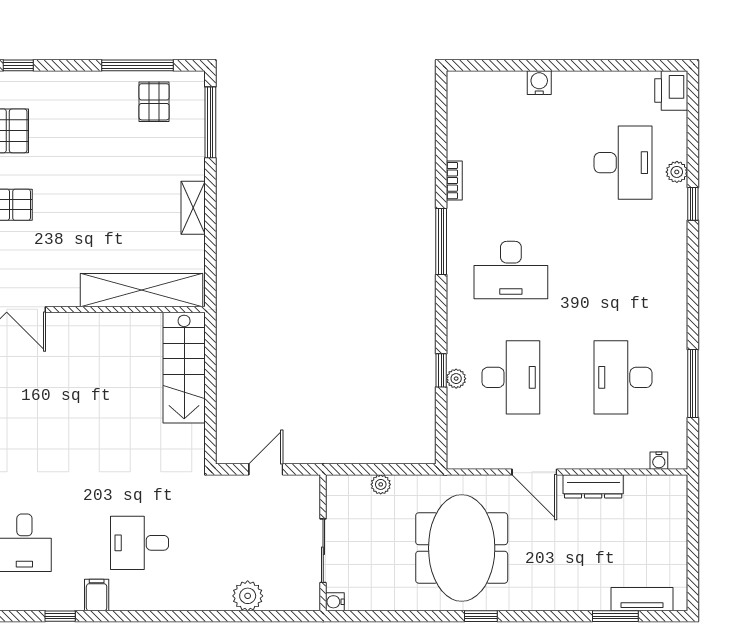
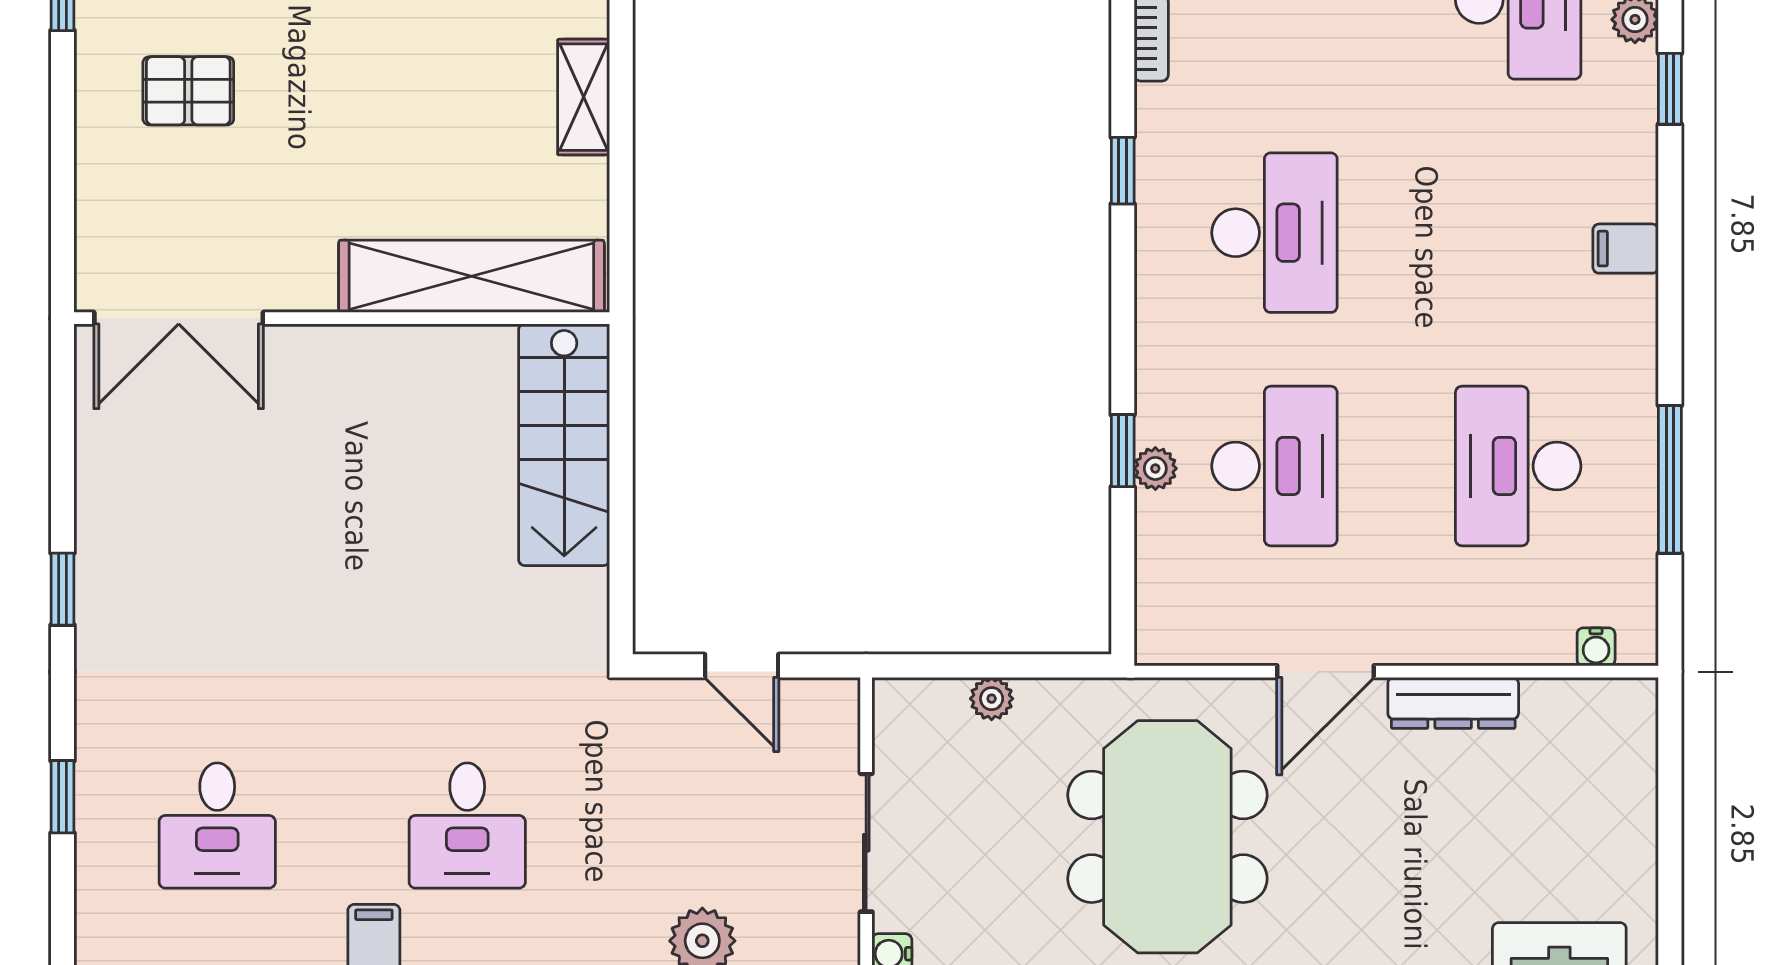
window: (441, 241) -> (1123, 171), width x0.46
desk: (511, 270) -> (1274, 233), turned -90
filing cabinet: (672, 277) -> (1626, 249), added
door: (266, 469) -> (742, 666), swing flipped
door: (534, 472) -> (1325, 672), hinge flipped
desk: (139, 543) -> (467, 825), turned -90

